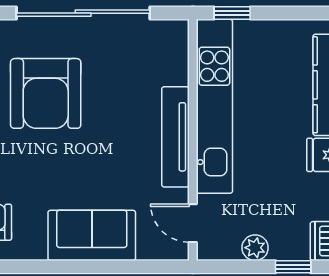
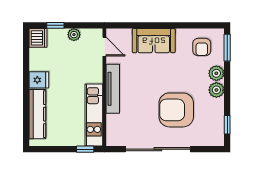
armchair: (46, 93) -> (176, 110), turned -90
kitchen unit: (214, 106) -> (94, 115), width x0.73

